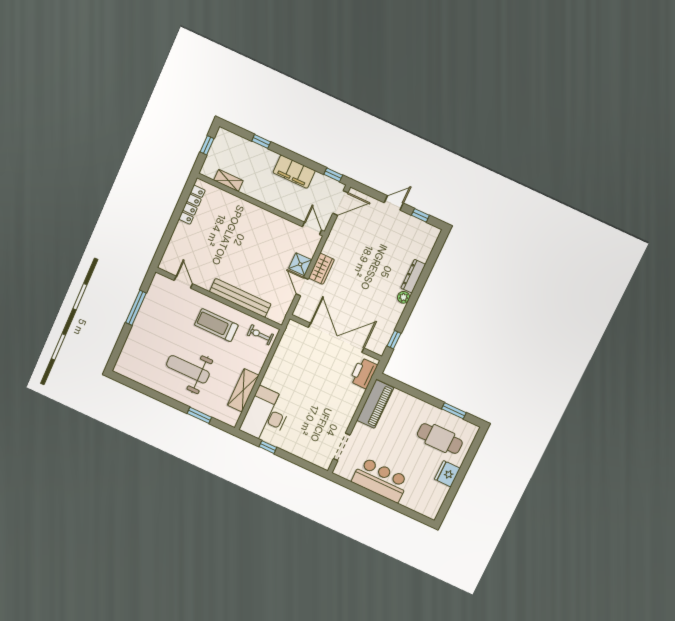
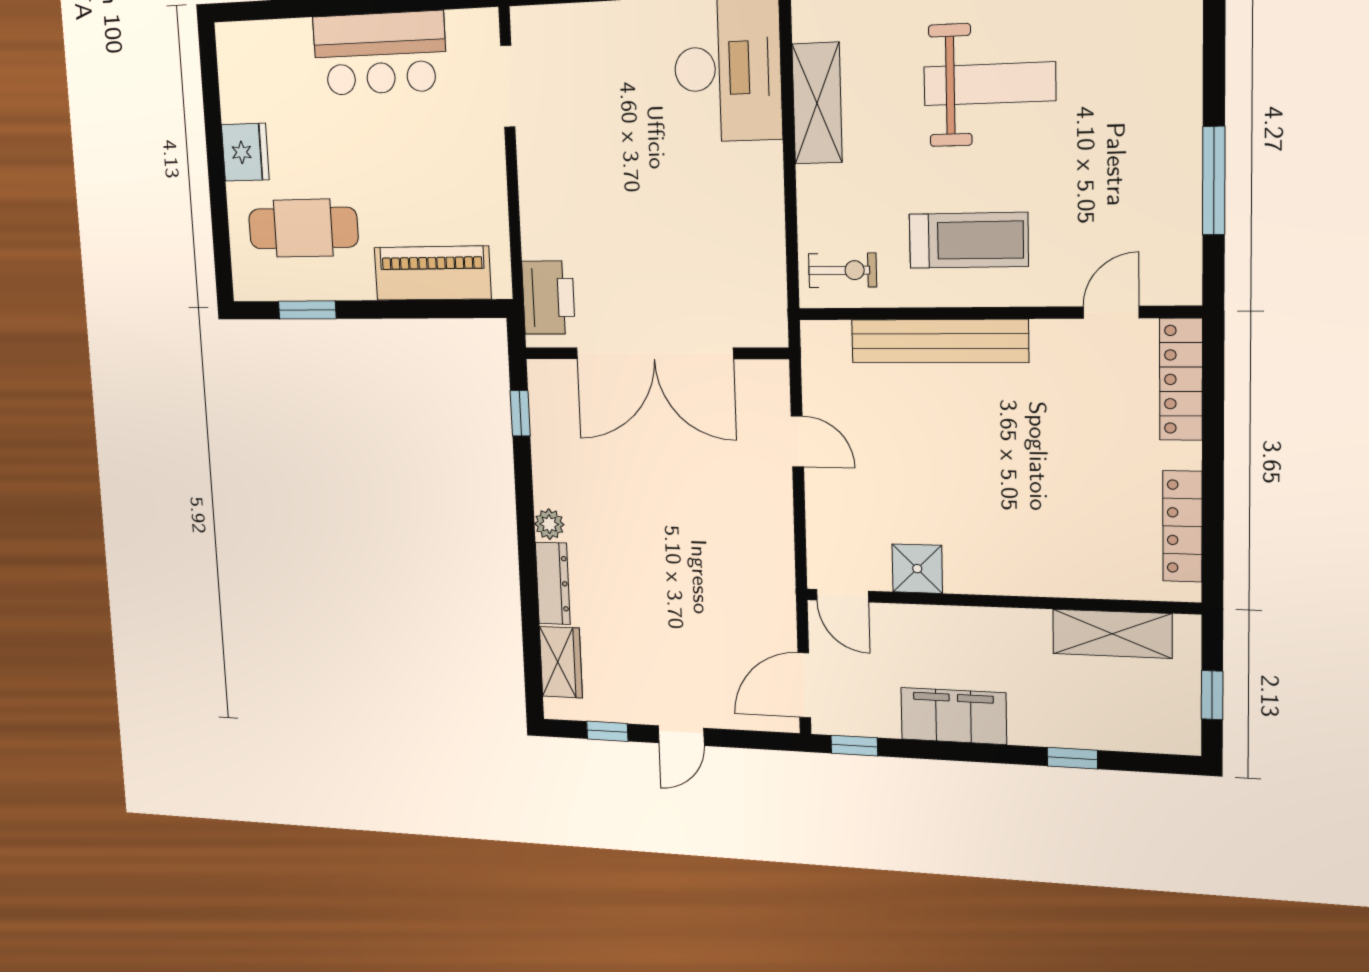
shelving: (228, 180) -> (1112, 634), width x1.50, depth x1.33
locker: (172, 252) -> (1181, 379), added
shower: (300, 264) -> (917, 569), moved
wardrobe: (321, 269) -> (561, 662), moved, turned 180
door: (183, 282) -> (1111, 312), swing flipped
piano: (375, 404) -> (432, 273), moved, turned 90

